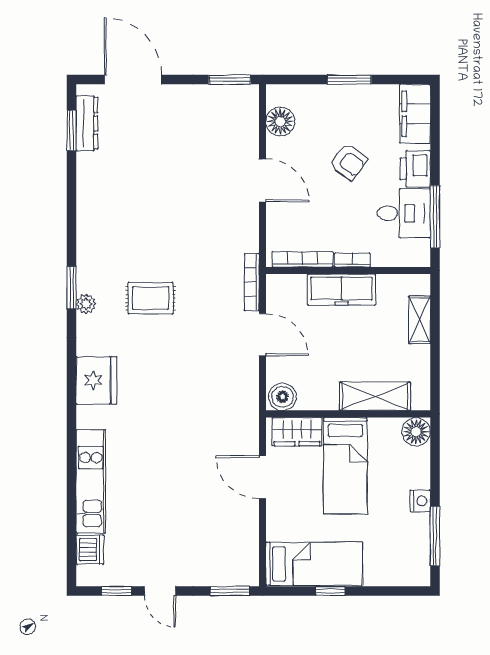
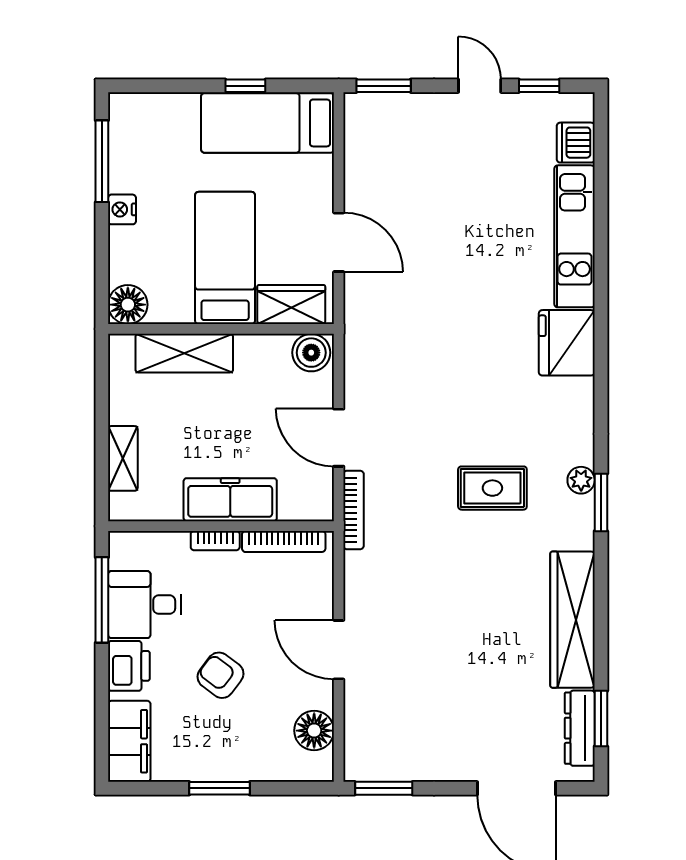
wardrobe: (92, 202) -> (572, 620), added
fridge: (96, 380) -> (567, 343), moved

